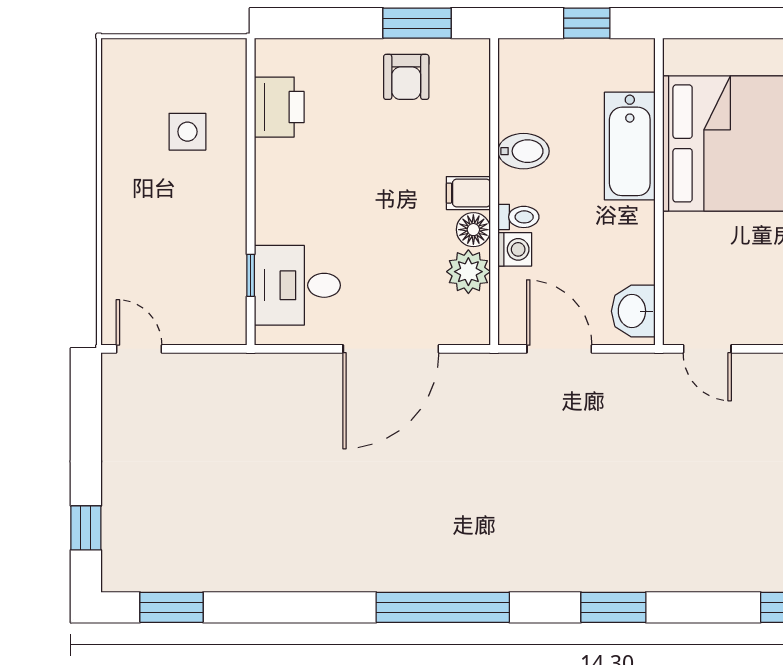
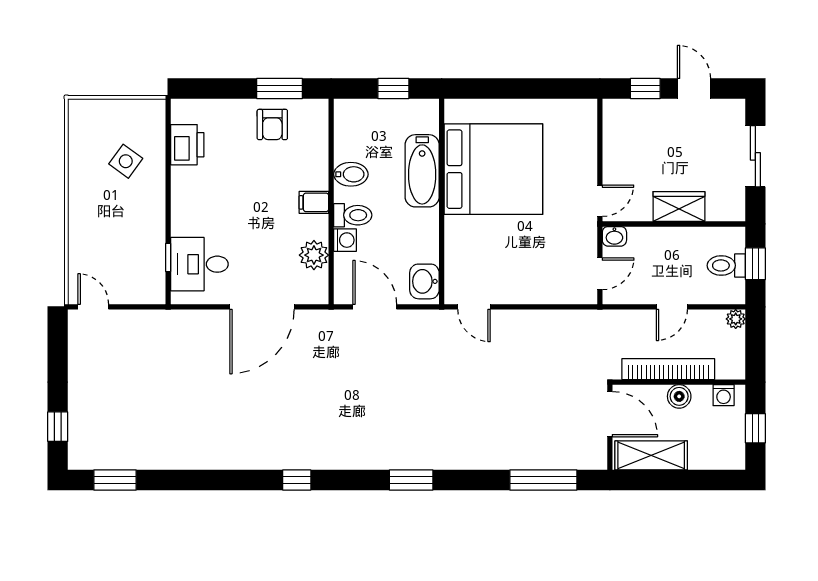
side table: (187, 132) -> (126, 161), turned 36
toilet: (518, 217) -> (353, 215), width x1.37, depth x1.39
floor lamp: (473, 230) -> (317, 227), removed
window: (443, 607) -> (297, 480), width x0.32

